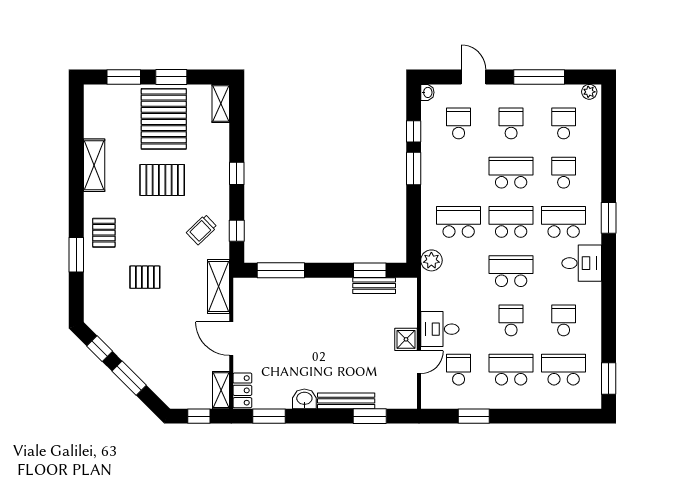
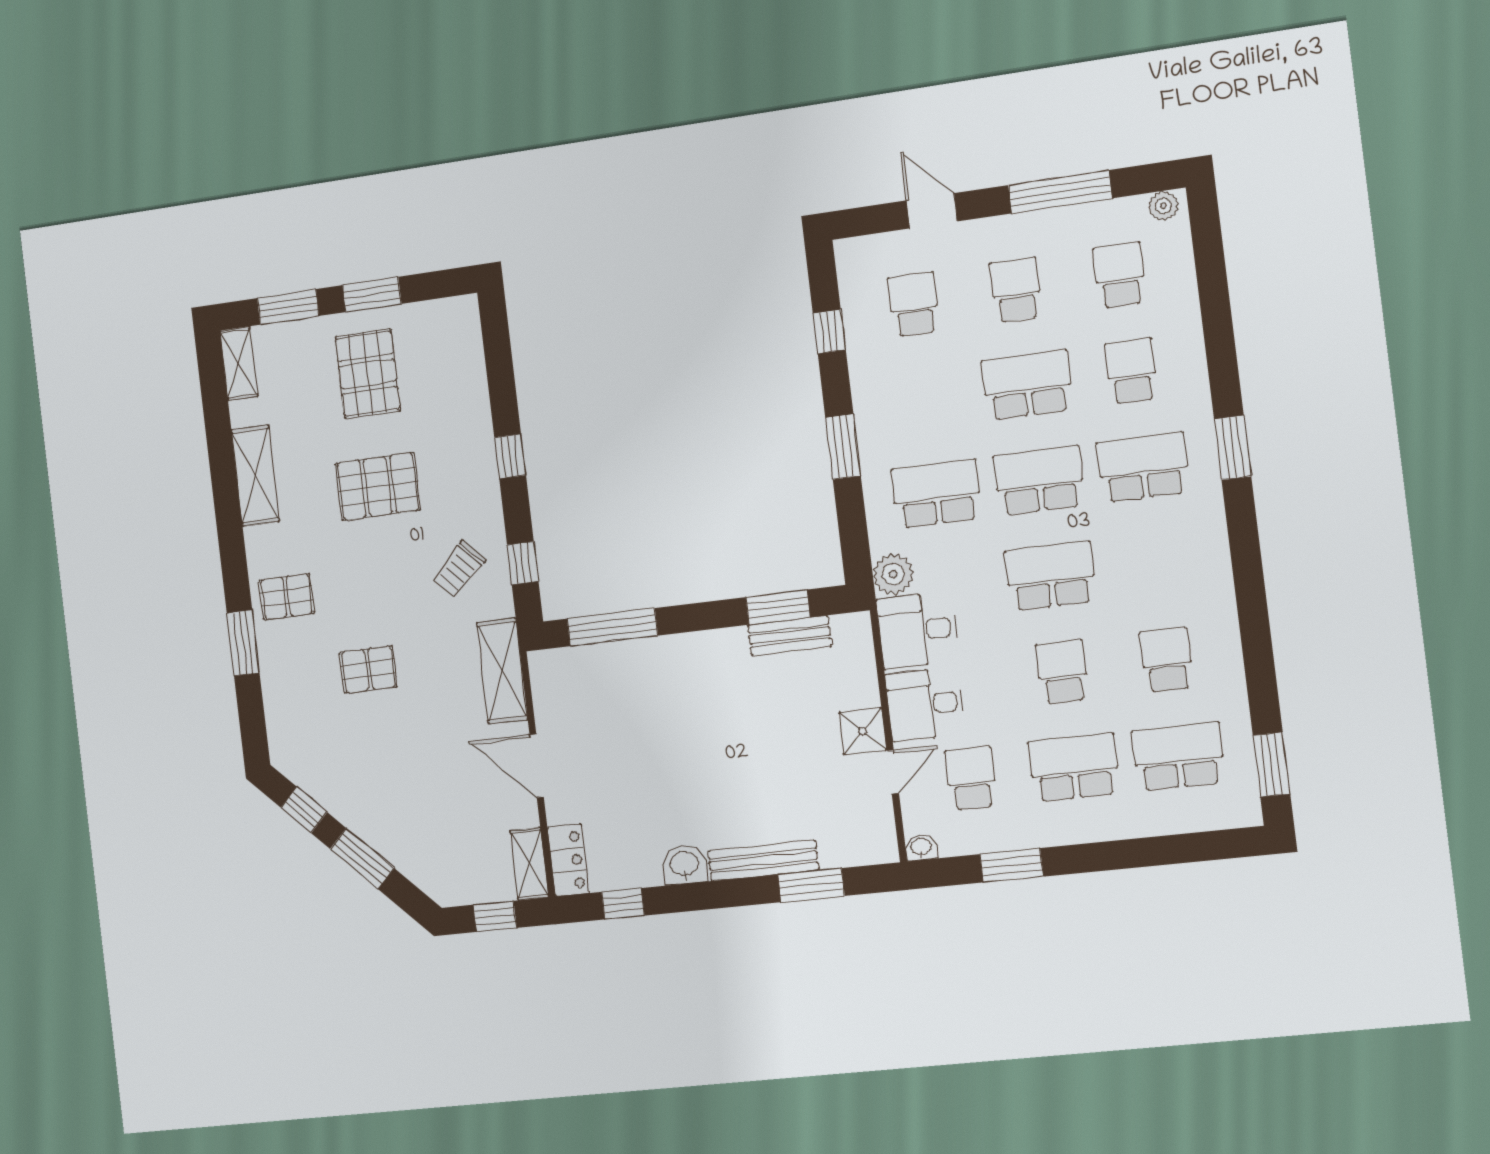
washbasin: (427, 92) -> (921, 847), moved, turned -90
shelving: (221, 103) -> (239, 363), moved
pallet: (164, 119) -> (368, 374), width x0.73, depth x0.71
window: (414, 169) -> (843, 447), moved
pallet: (104, 233) -> (287, 597), turned 90
desk: (582, 263) -> (918, 630), moved, turned 180
window: (269, 416) -> (623, 904), width x0.67

